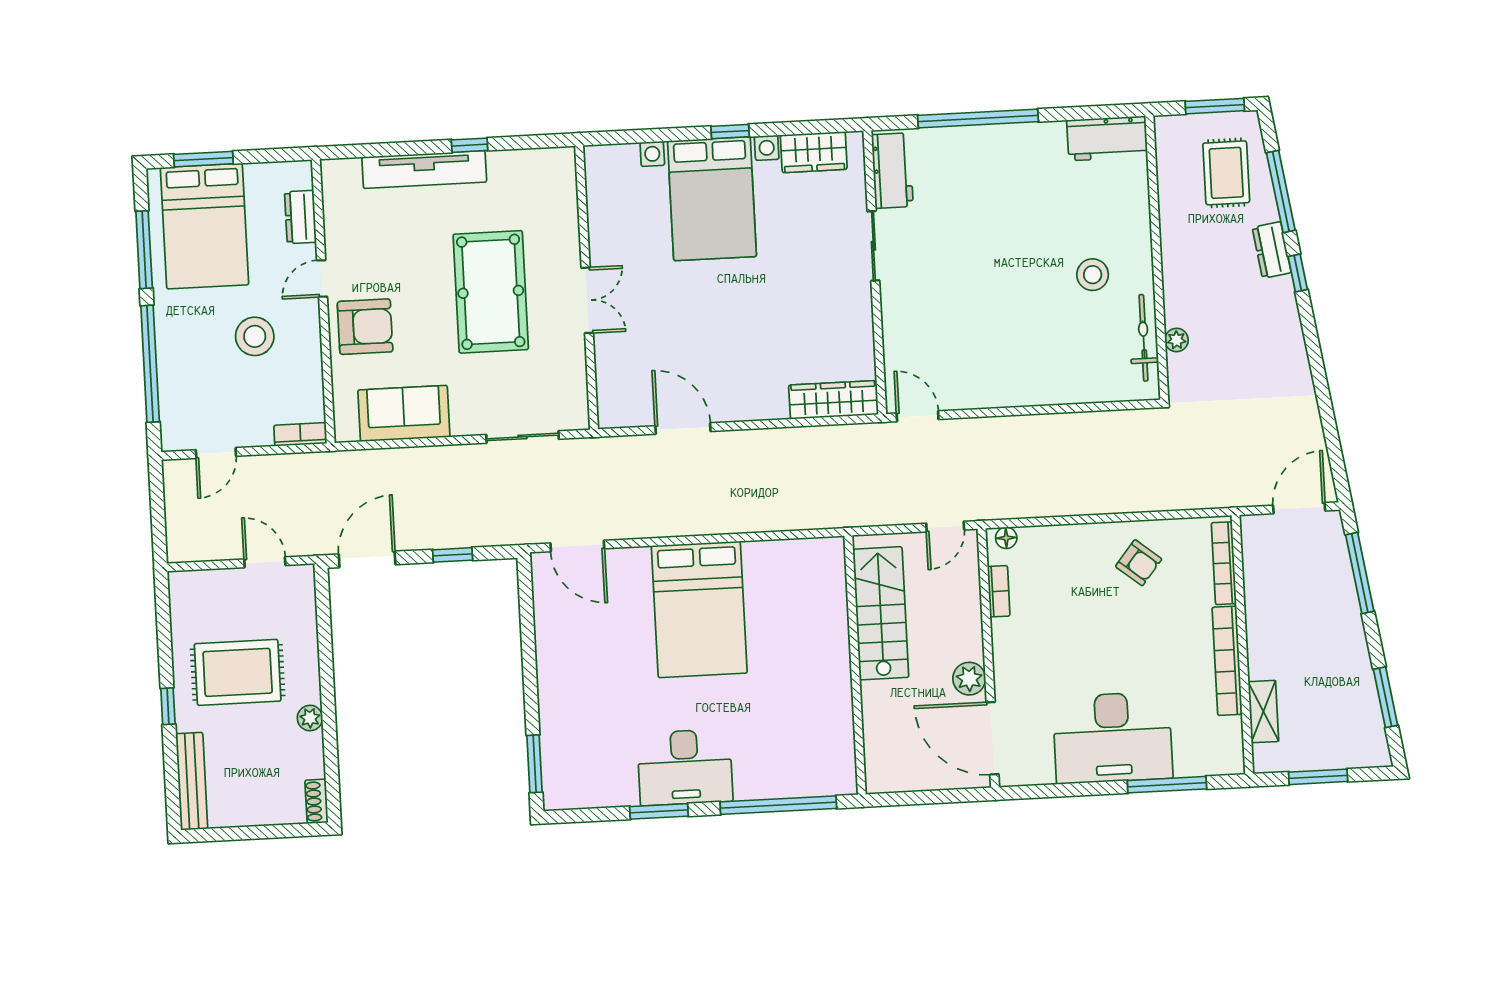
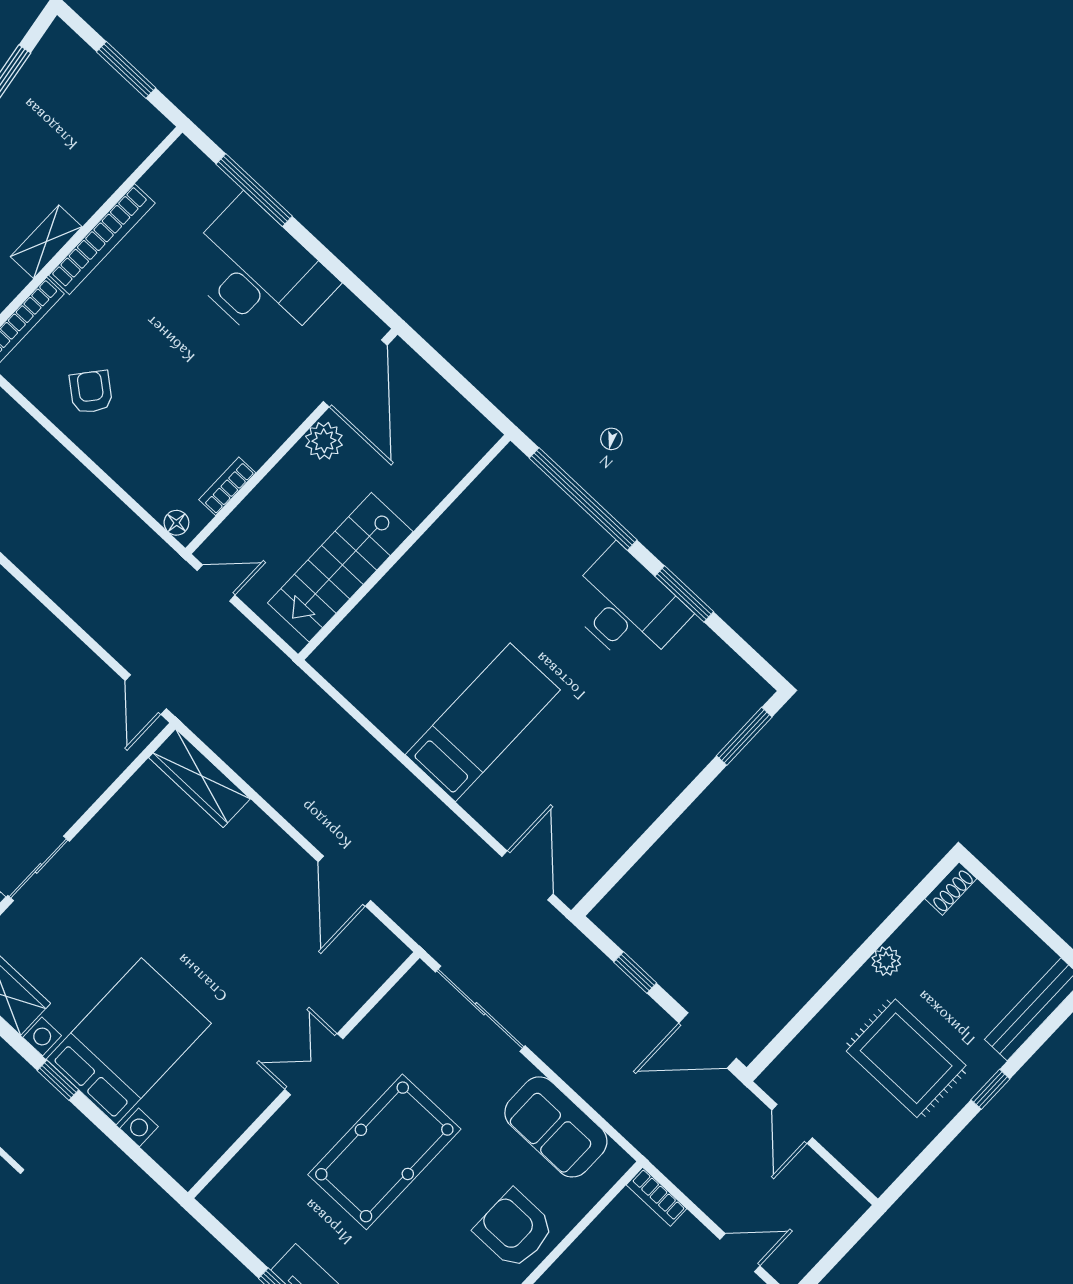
sliding door: (523, 437) -> (480, 1009), width x1.37
bed: (699, 609) -> (483, 722), width x0.67
shelving: (1263, 712) -> (46, 242), moved

